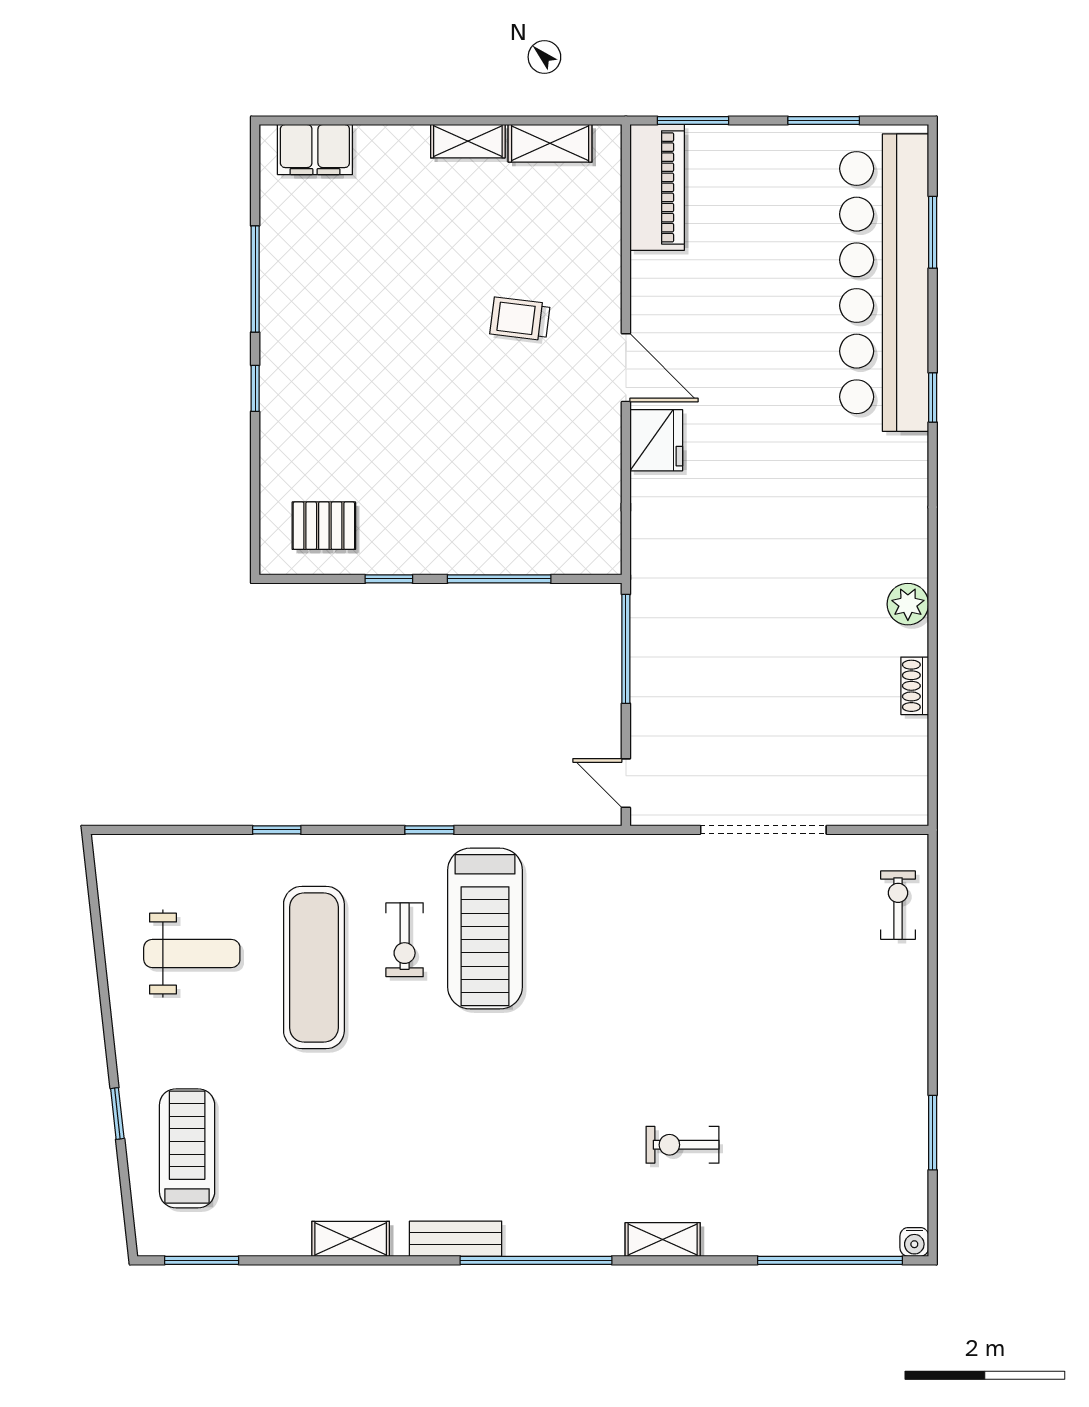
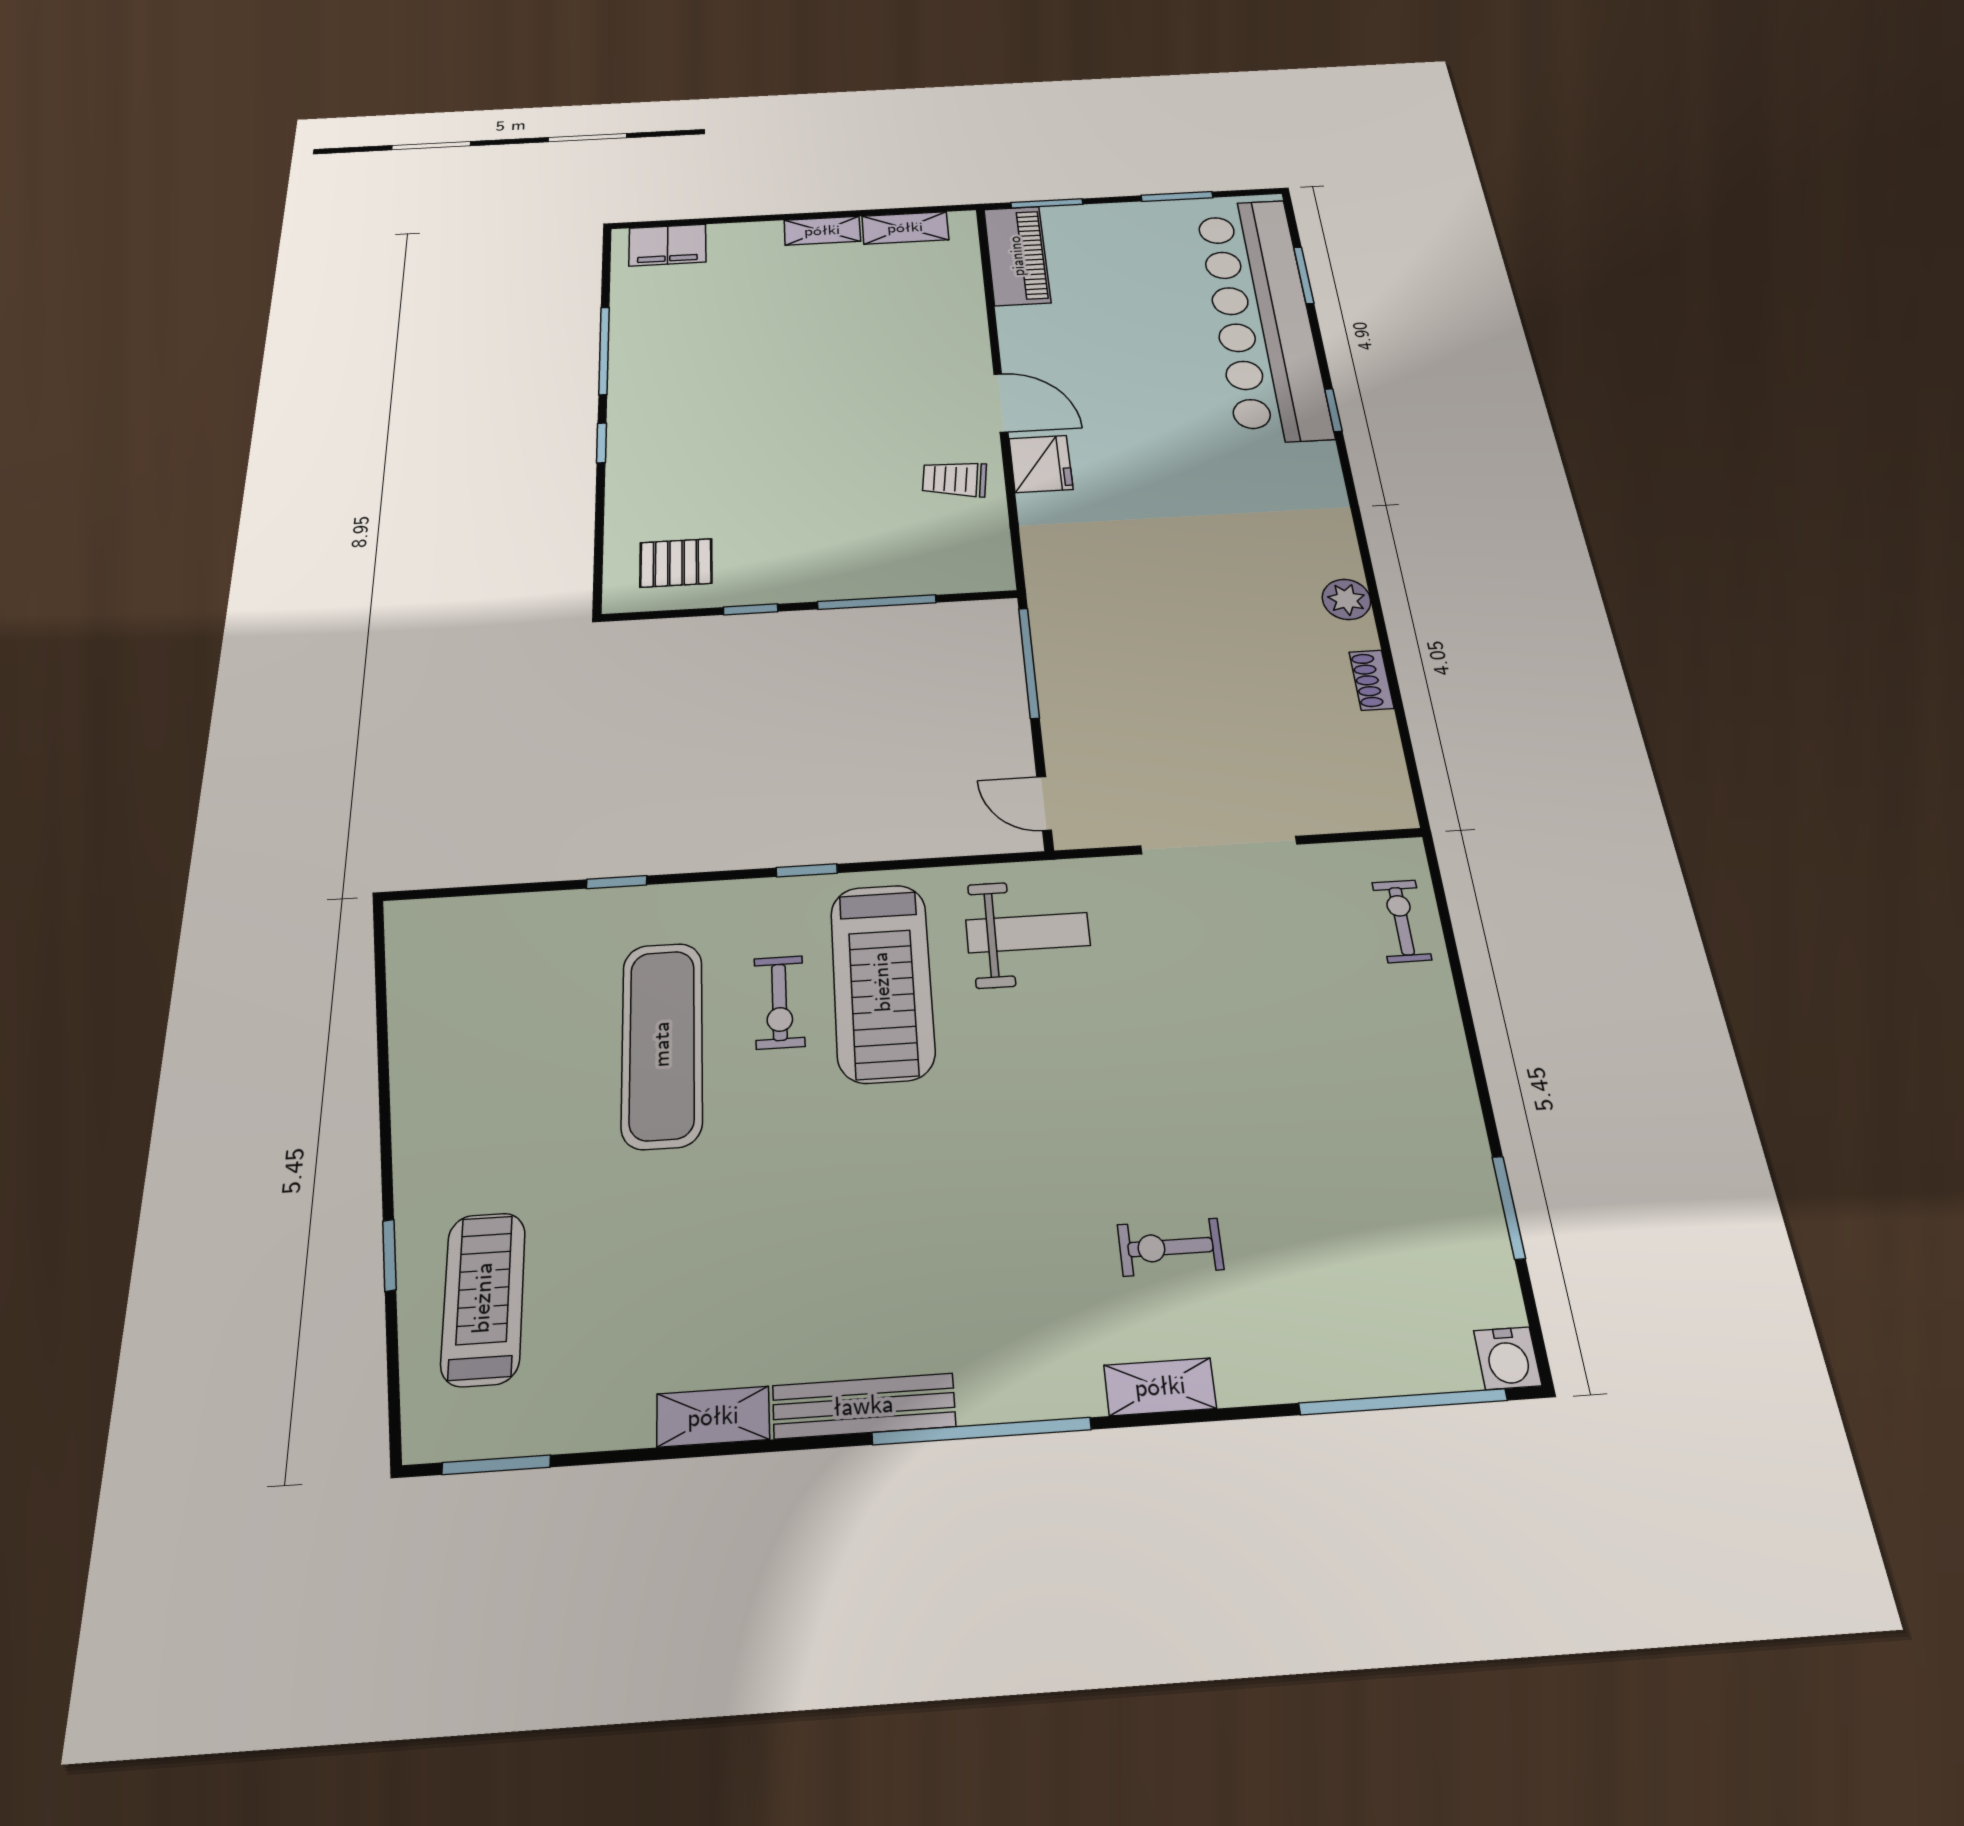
trolley: (520, 319) -> (954, 479), moved
weight bench: (192, 954) -> (1028, 933), moved
bench: (456, 1239) -> (864, 1406), width x1.36
water cooler: (914, 1242) -> (1508, 1358), width x1.38, depth x1.38

